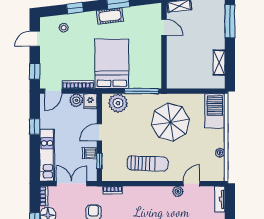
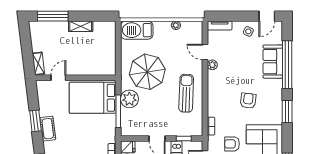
shelving: (219, 63) -> (81, 26), moved
bed: (112, 64) -> (93, 98), moved
window: (142, 91) -> (118, 111), moved
plant: (118, 103) -> (129, 99), moved

